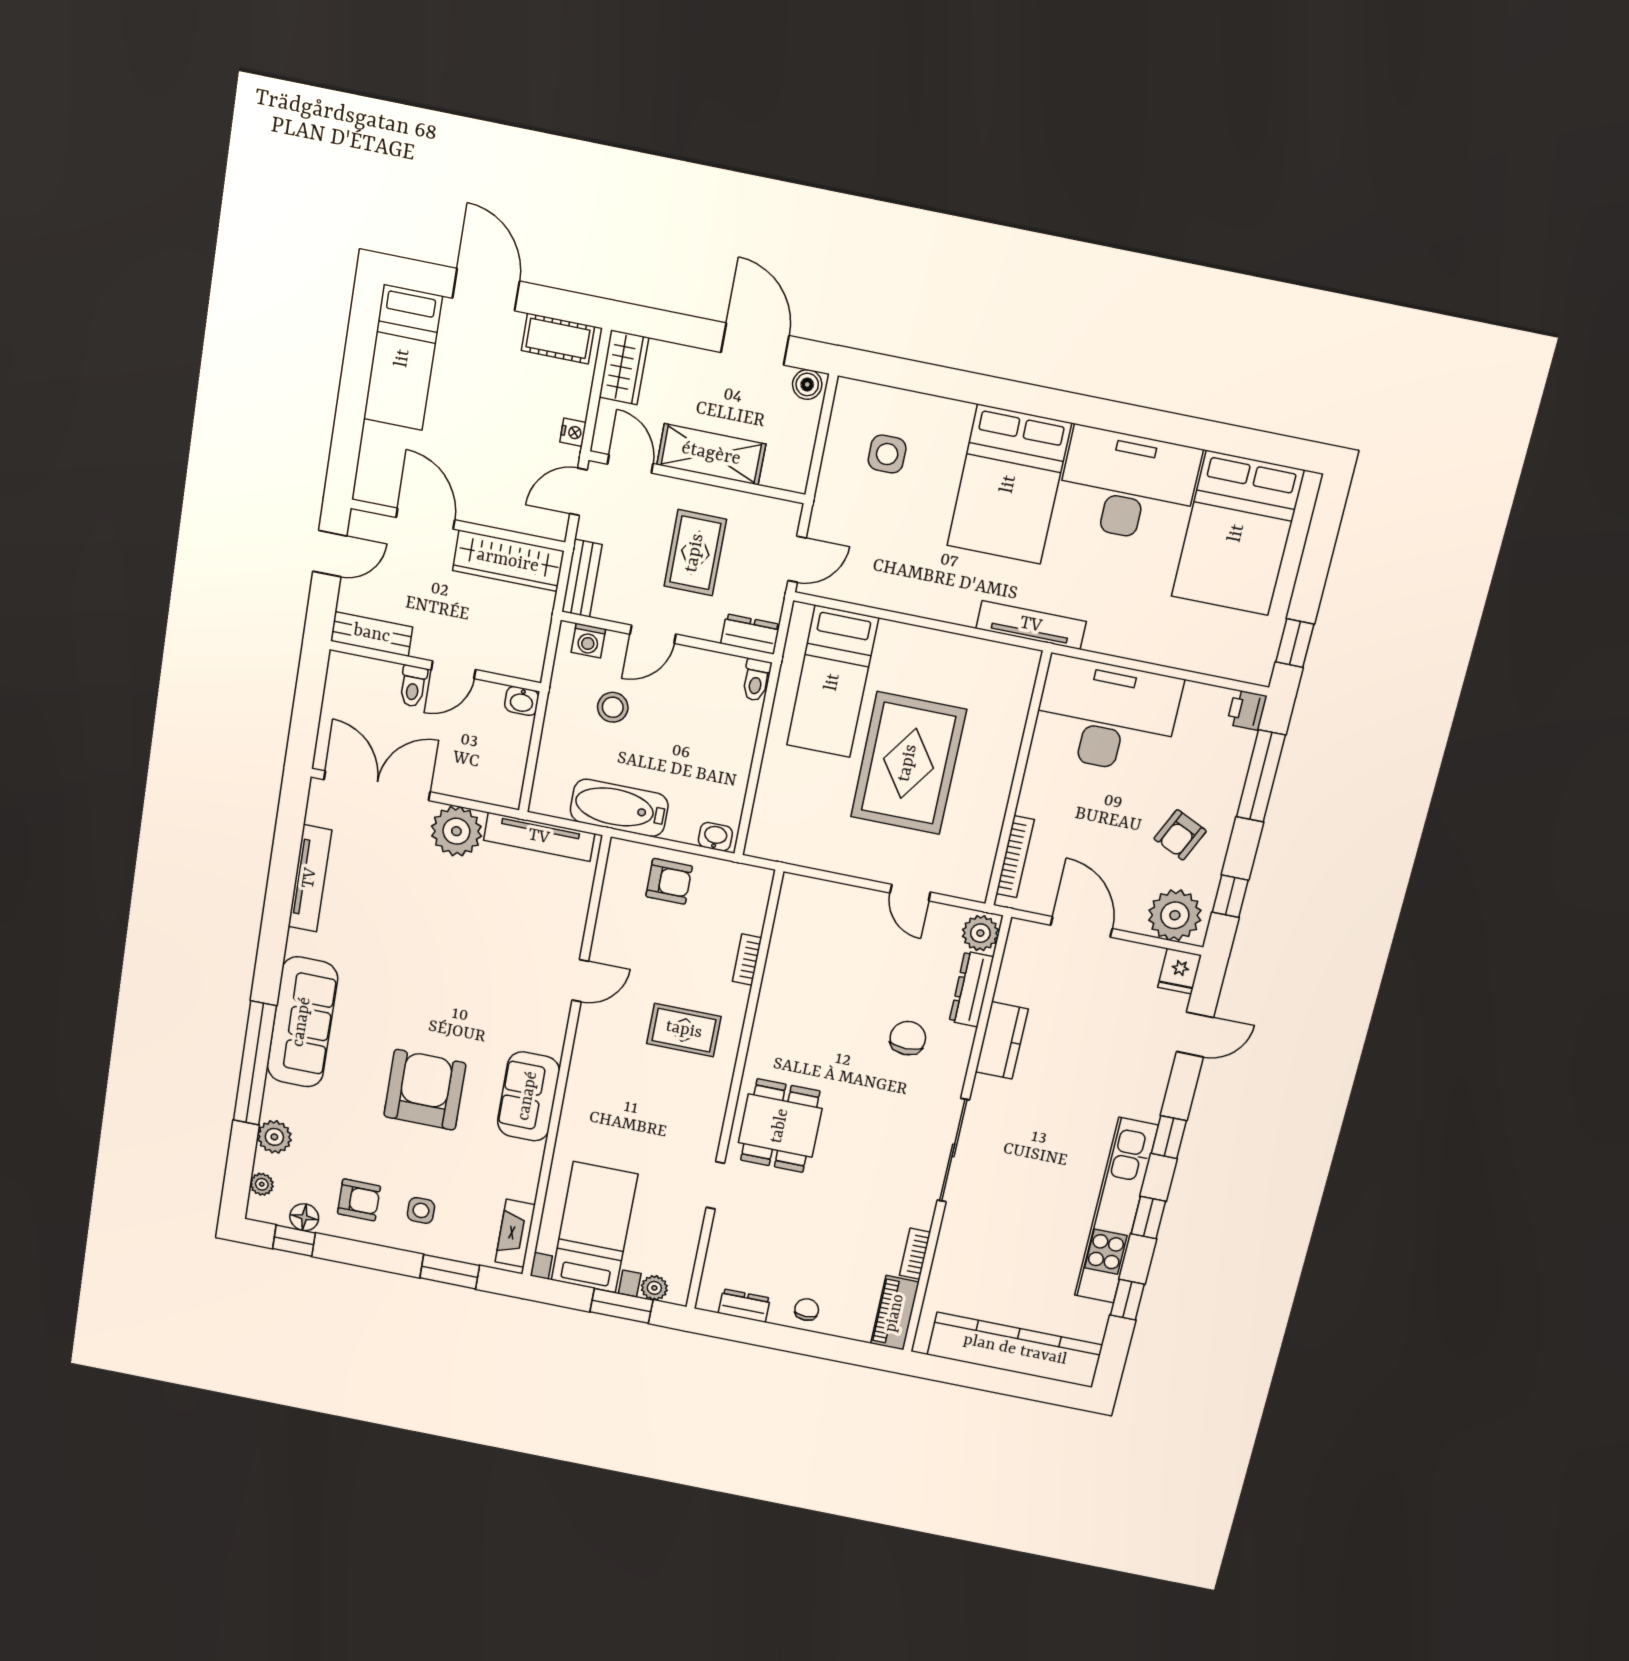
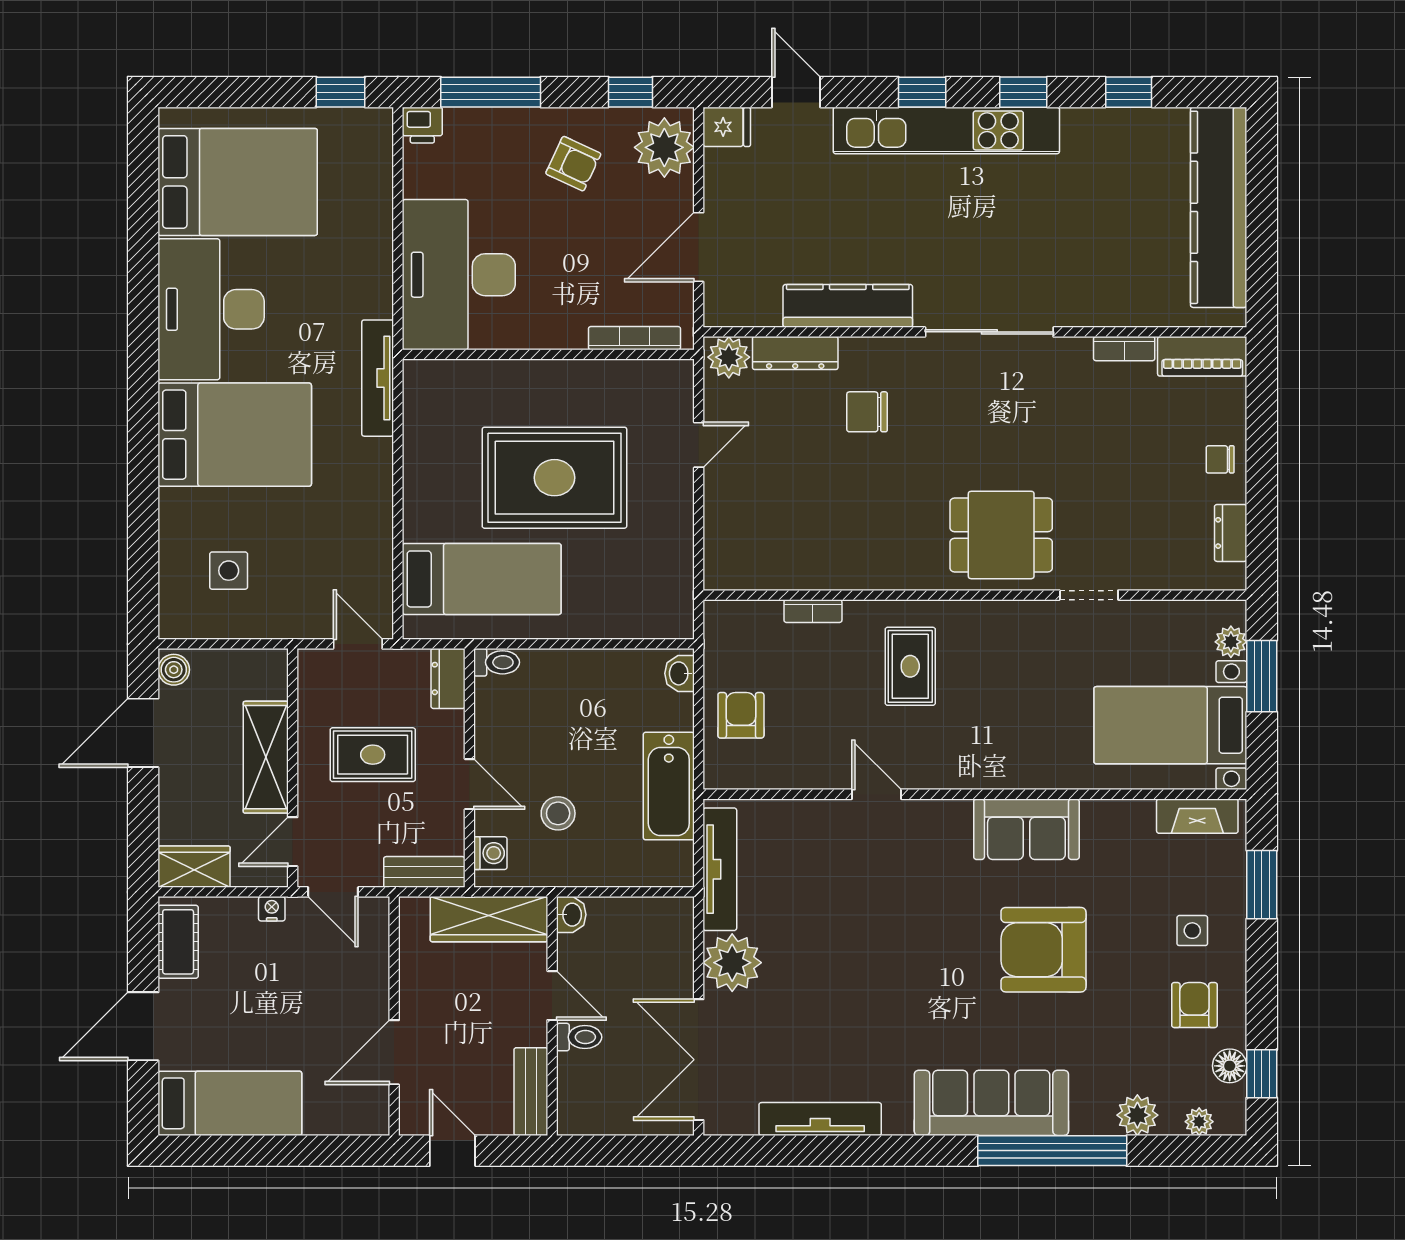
wardrobe: (508, 561) -> (489, 919), moved, turned 90
kitchen counter: (1002, 1040) -> (848, 306), width x1.50
kitchen unit: (1116, 1211) -> (946, 130), moved

